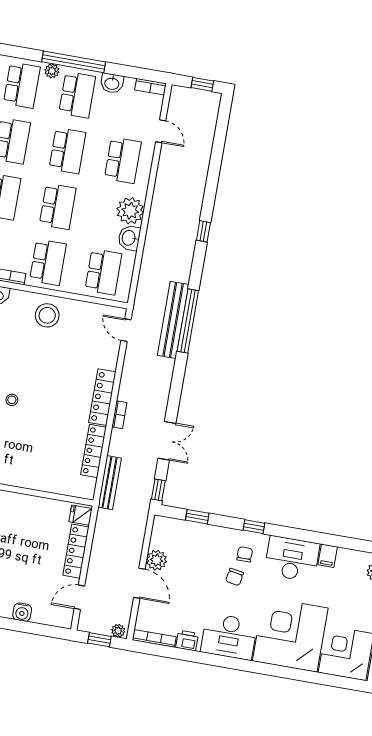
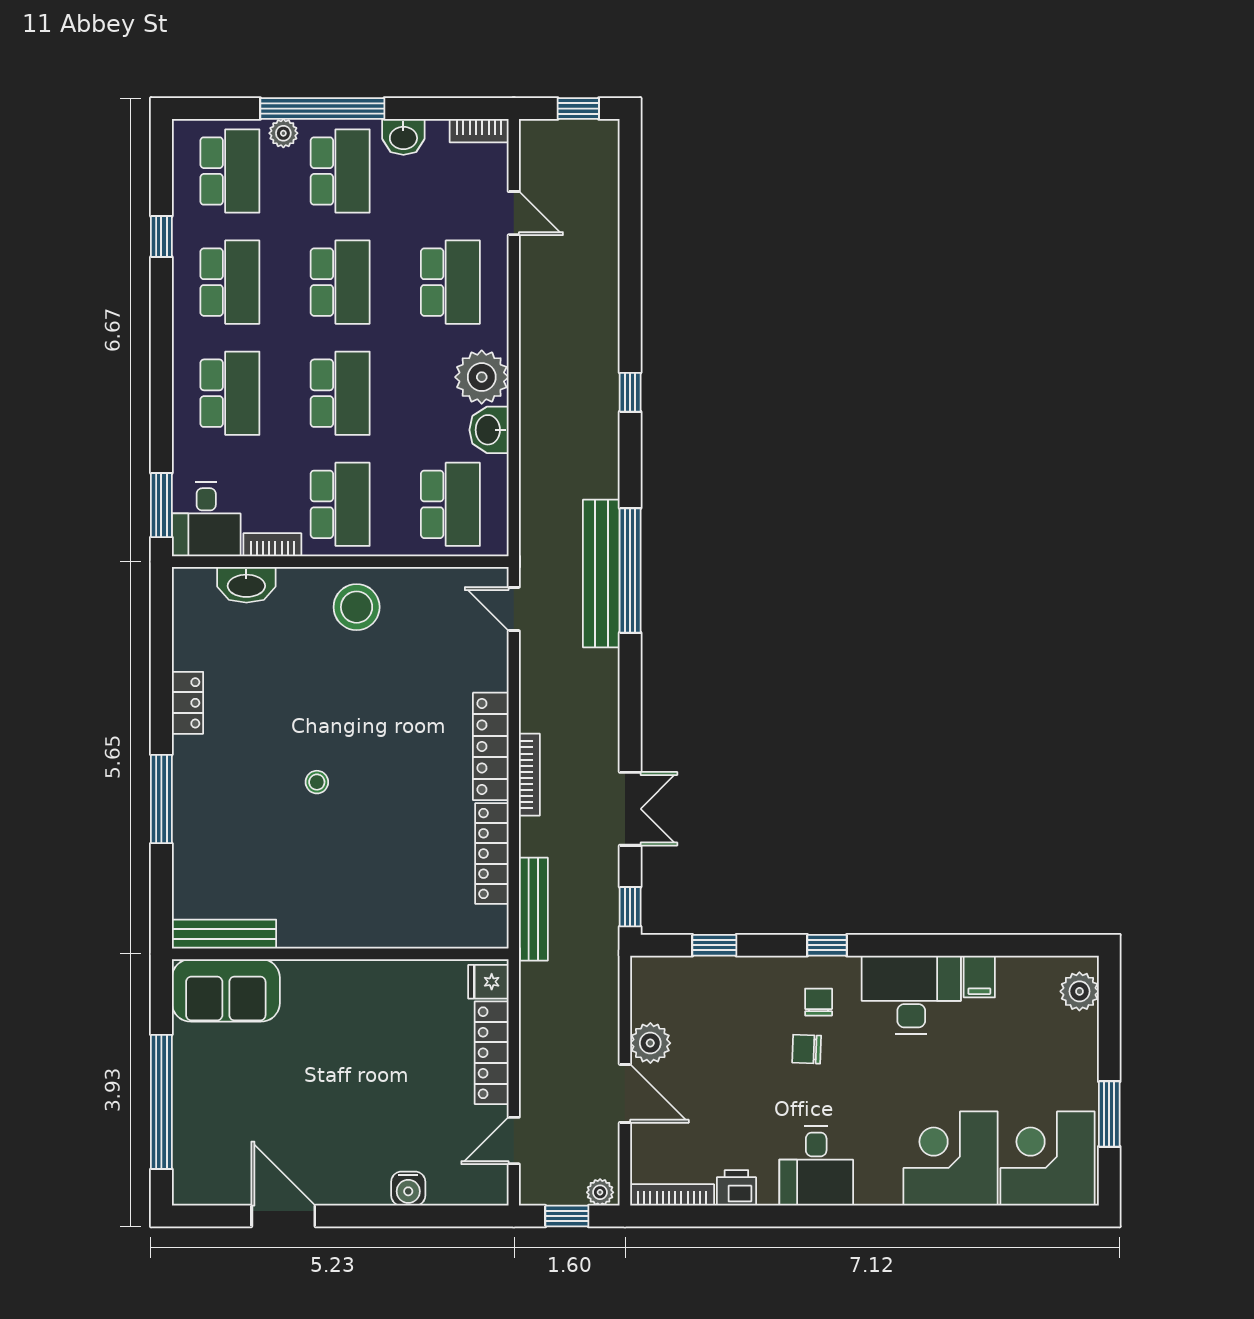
bookcase: (119, 415) -> (529, 775), width x1.56
chair: (235, 577) -> (807, 1049), turned 82
corner desk: (290, 635) -> (951, 1159), width x0.74, depth x0.74
desk: (229, 636) -> (816, 1166), width x0.73

